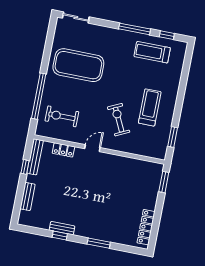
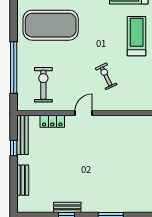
treadmill: (150, 107) -> (137, 36), moved
exercise bike: (62, 116) -> (43, 85), turned 90
exercise bike: (119, 120) -> (106, 76), width x0.73, depth x0.72

